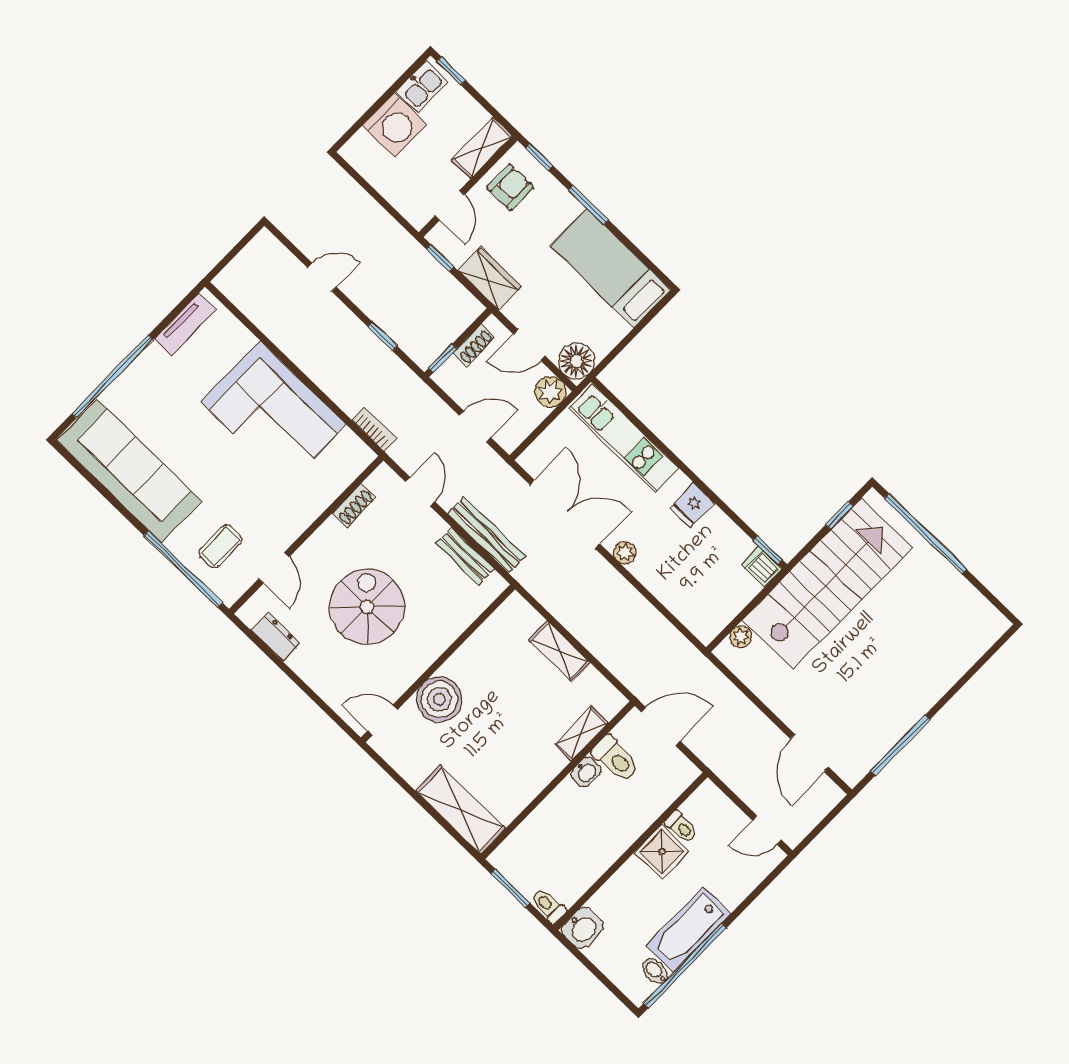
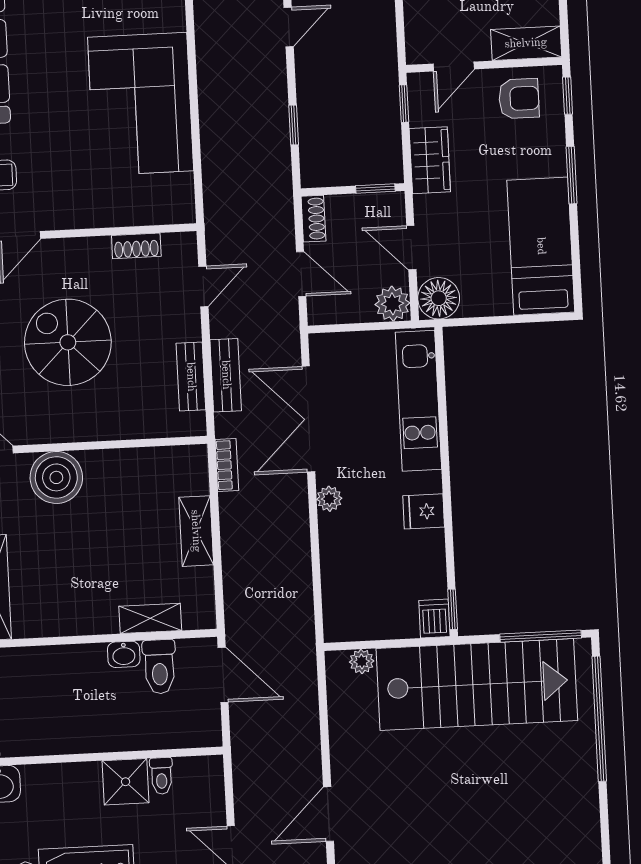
door: (322, 277) -> (289, 27), hinge flipped
shoe rack: (474, 345) -> (313, 219), moved, turned -90
window: (443, 358) -> (375, 189), moved
bookcase: (374, 429) -> (227, 465), moved
double door: (565, 514) -> (308, 419), swing flipped
window: (839, 515) -> (541, 636), width x2.17
bench: (487, 535) -> (226, 375), width x0.73
spiral stairs: (367, 607) -> (68, 342), turned -90

